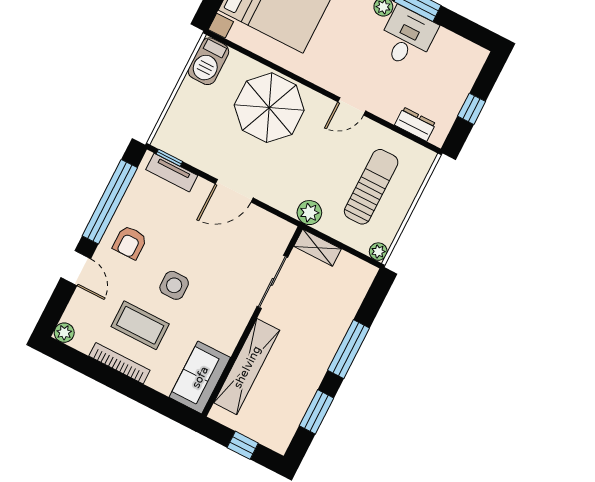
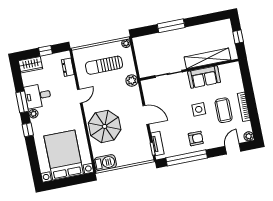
wardrobe: (468, 66) -> (30, 65), added
door: (352, 106) -> (80, 96), hinge flipped
shelving: (318, 248) -> (142, 67), removed
door: (76, 268) -> (233, 149), moved
sofa: (200, 377) -> (204, 77), moved
window: (316, 412) -> (204, 19), removed

